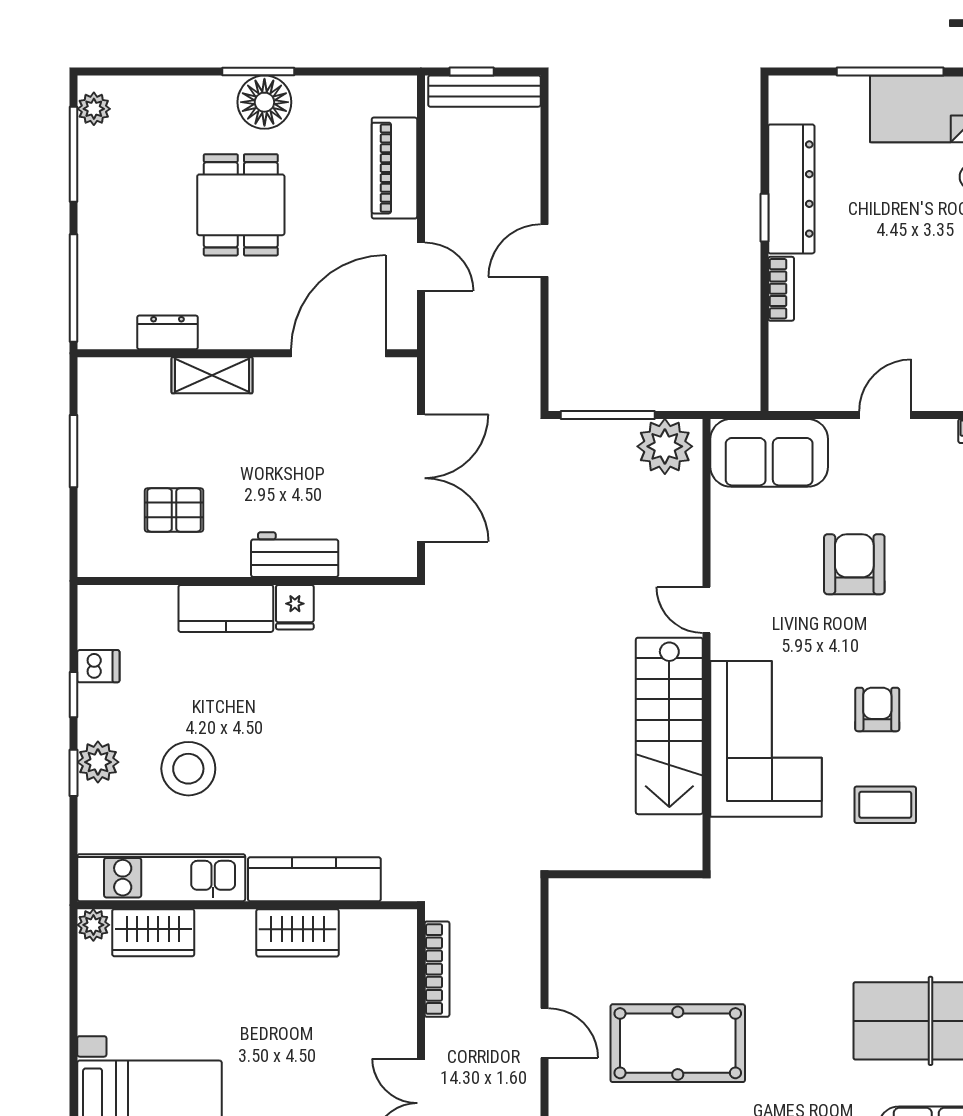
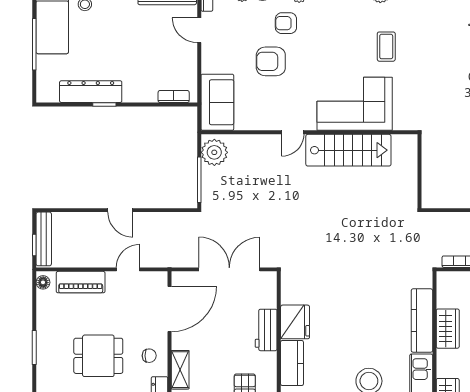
floor lamp: (264, 102) -> (43, 282), moved, width x0.53, depth x0.53
bookcase: (781, 289) -> (174, 97), moved
chair: (241, 311) -> (149, 356), added
door: (338, 353) -> (170, 309), swing flipped
door: (885, 415) -> (199, 30), moved
fridge: (295, 607) -> (295, 322), width x1.88, depth x1.34
armchair: (877, 709) -> (286, 23), moved

